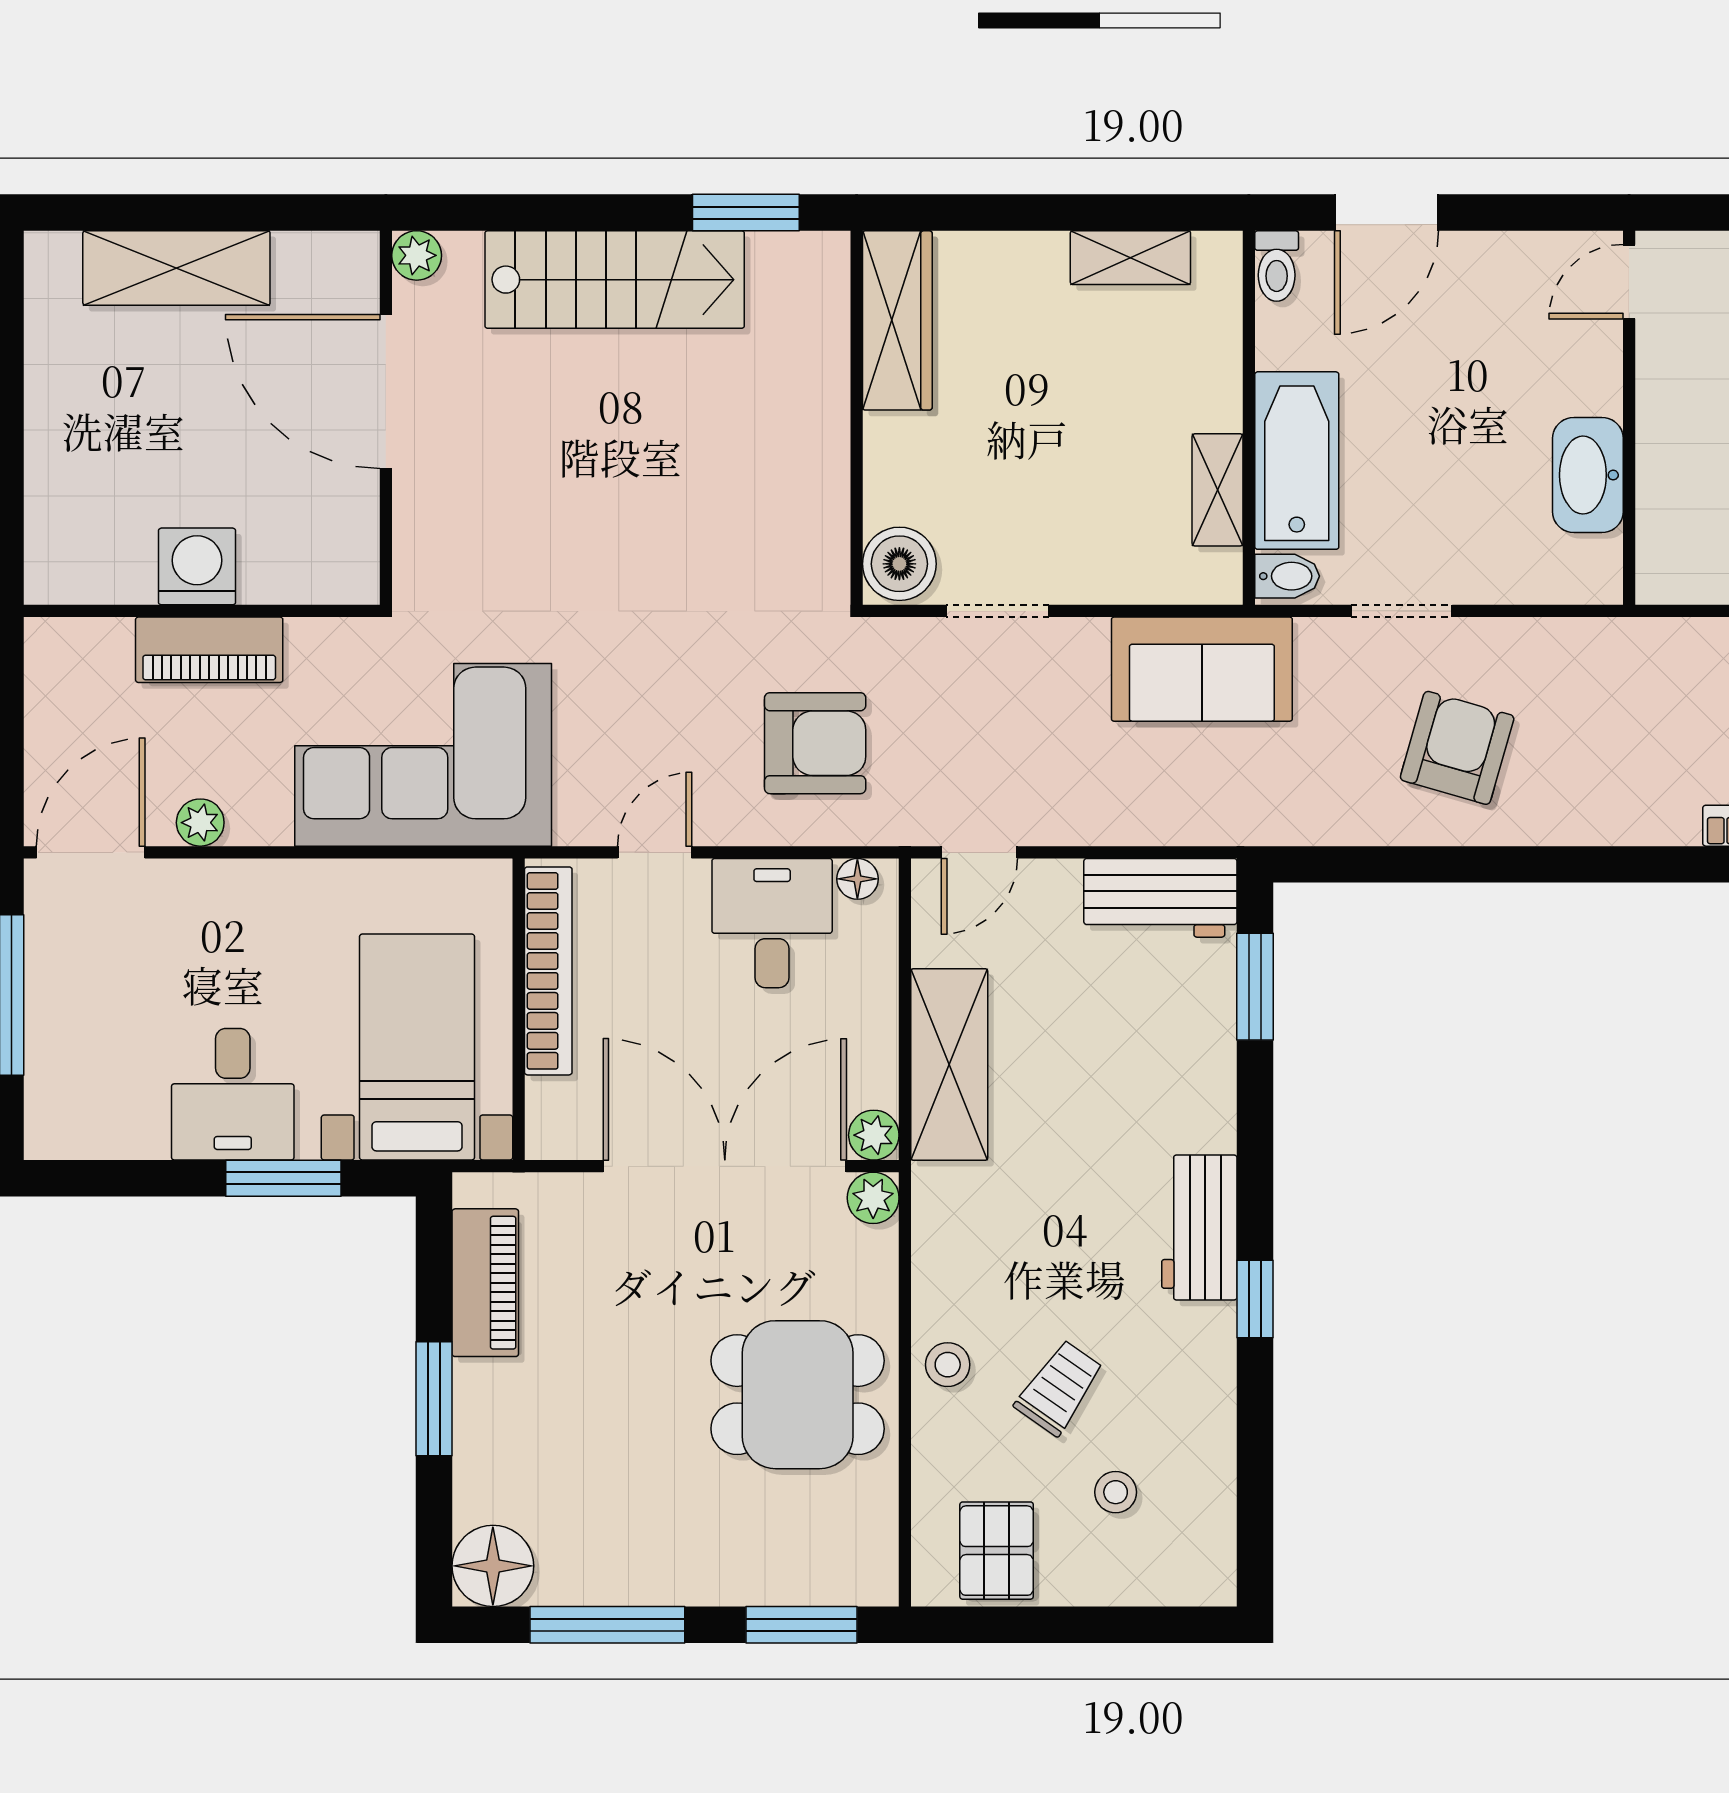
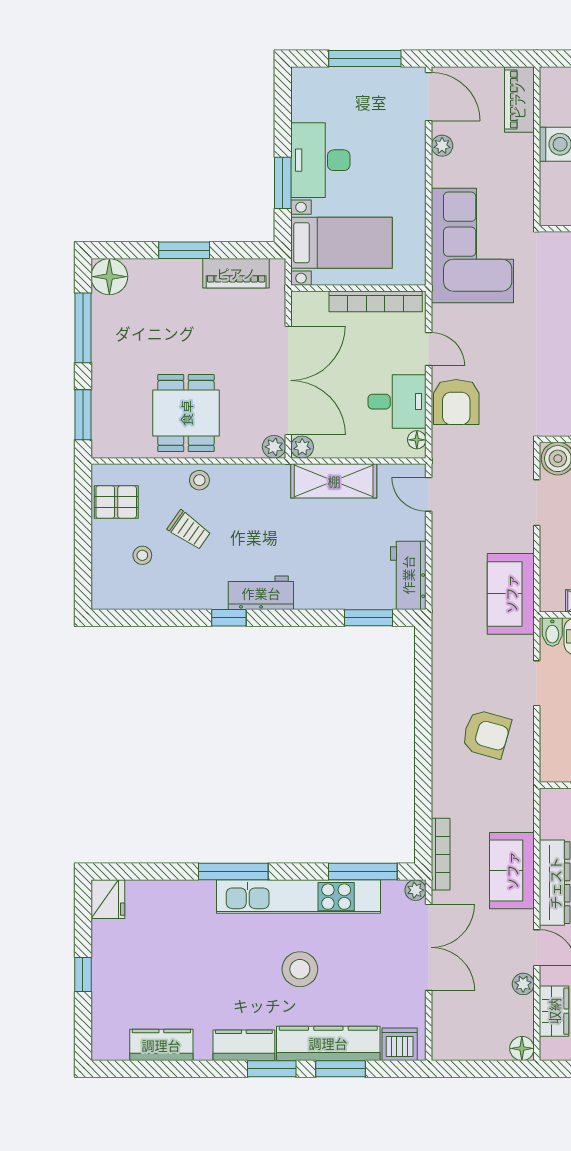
piano: (209, 650) -> (519, 100), moved
armchair: (815, 743) -> (456, 402), moved
armchair: (1457, 748) -> (486, 734), moved
desk: (233, 1094) -> (320, 160), width x1.37

